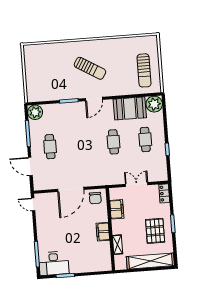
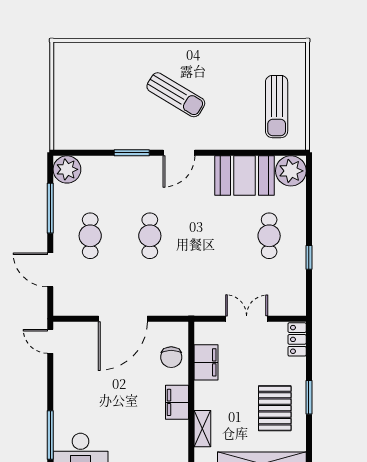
cafe table: (114, 142) -> (150, 236), moved
chair: (95, 198) -> (171, 357), moved

